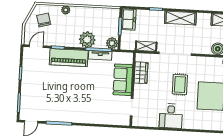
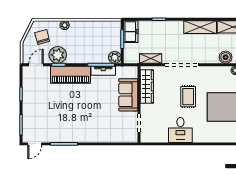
shelving: (180, 18) -> (200, 27), moved
plant: (87, 40) -> (58, 55), moved
wardrobe: (141, 73) -> (147, 87), width x1.50

